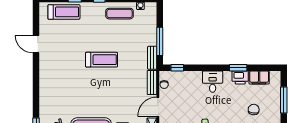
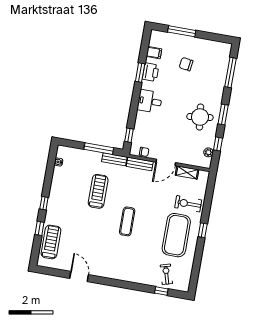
exercise mat: (119, 14) -> (127, 221), moved
door: (36, 44) -> (79, 276), swing flipped
treadmill: (102, 60) -> (98, 191), moved
filing cabinet: (259, 77) -> (154, 53), width x0.50
door: (158, 107) -> (166, 162), hinge flipped

